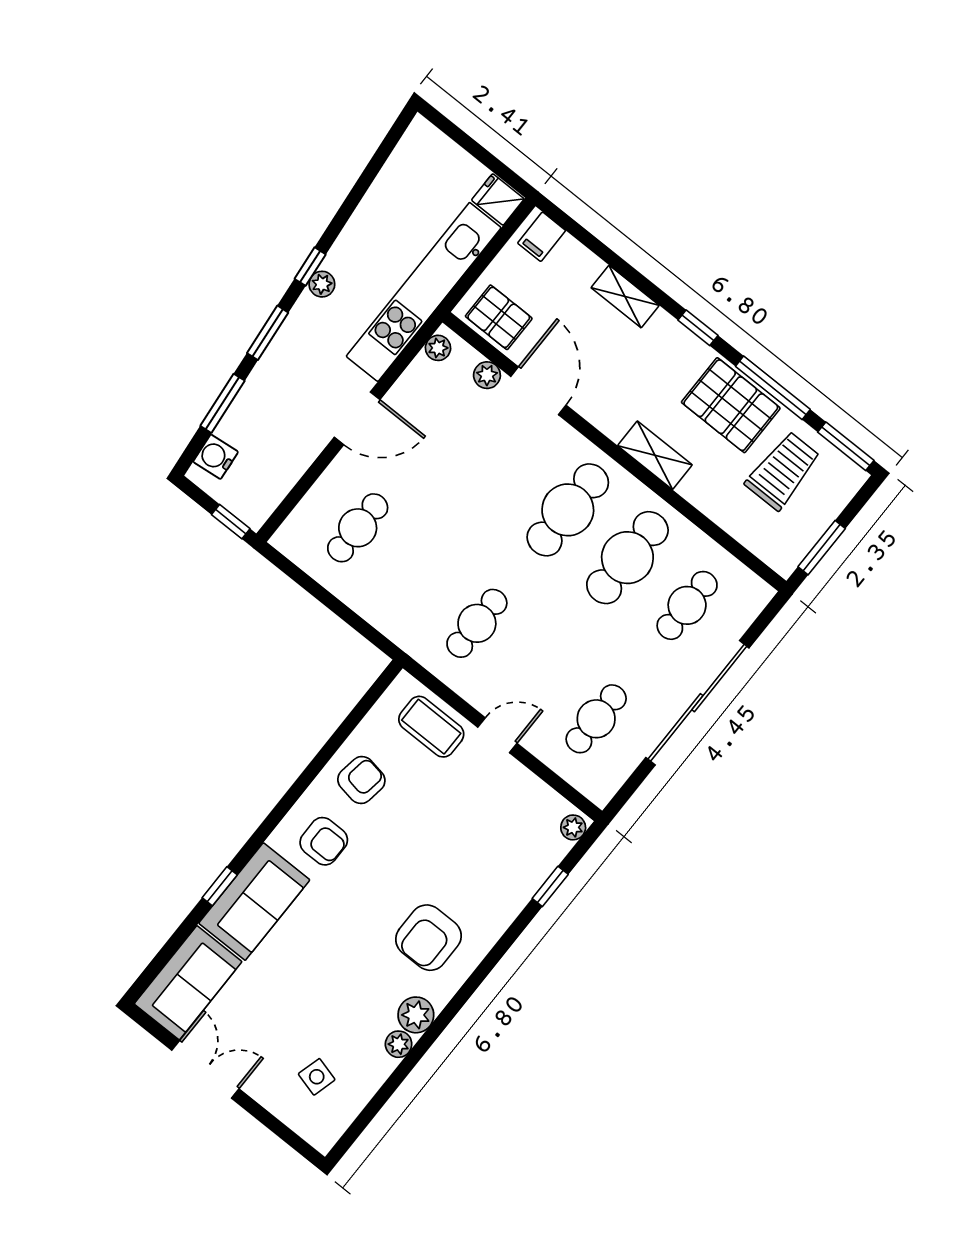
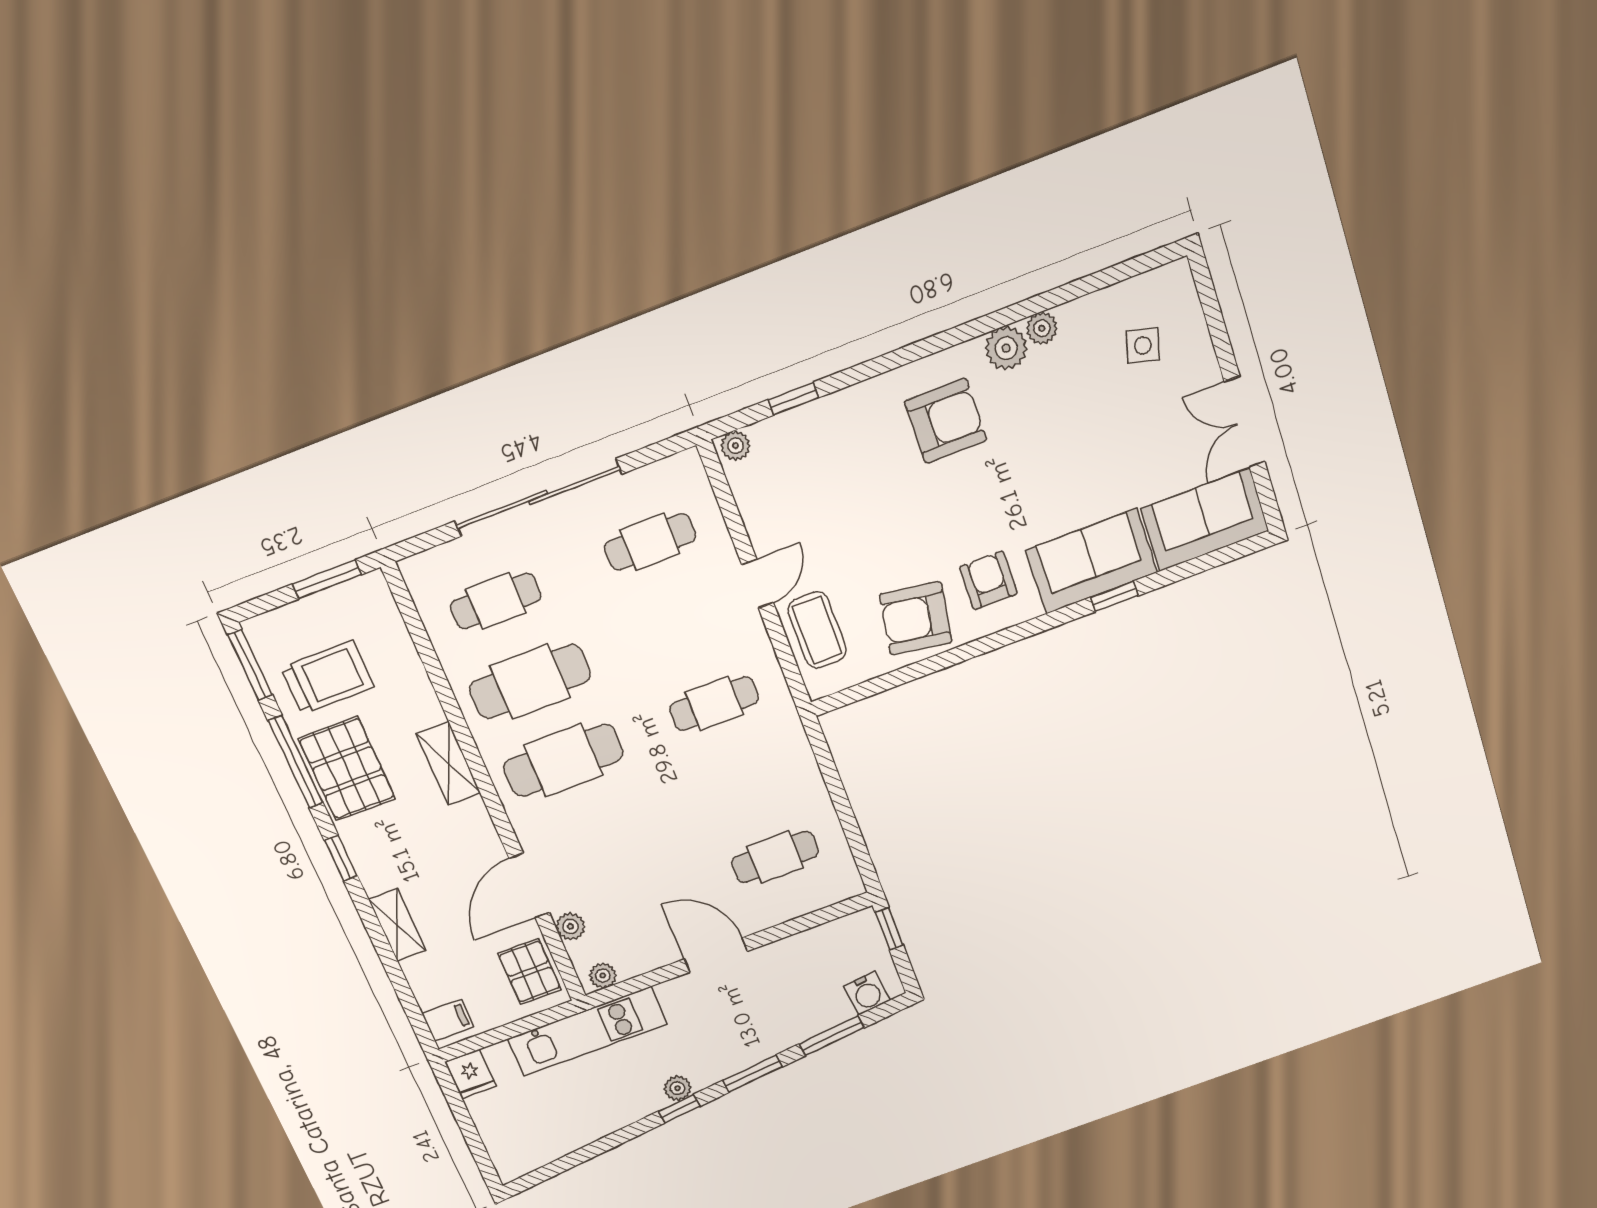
kitchen unit: (424, 292) -> (587, 1031), width x0.73
trolley: (783, 471) -> (327, 677), turned 180
door: (497, 735) -> (758, 584), swing flipped
armchair: (361, 780) -> (916, 618), width x1.38, depth x1.38

